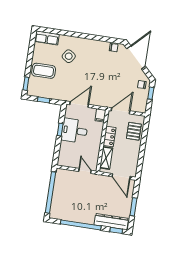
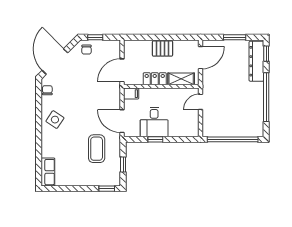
side table: (69, 56) -> (55, 120), moved
door: (136, 57) -> (55, 62), hinge flipped
coffee table: (44, 71) -> (97, 149), moved
door: (121, 111) -> (122, 70), hinge flipped
pallet: (134, 131) -> (162, 49), moved

